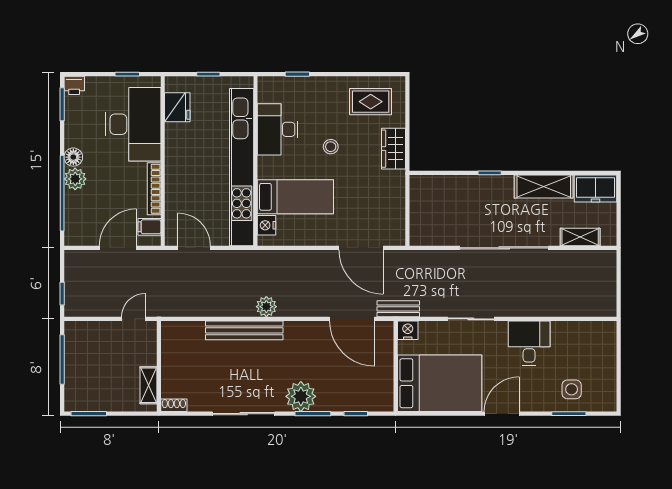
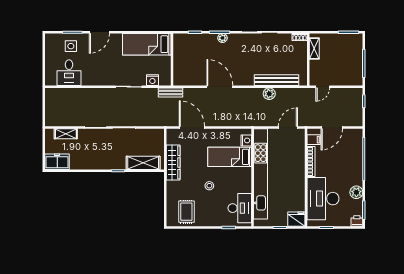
rug: (371, 102) -> (186, 212), turned 90
fridge: (177, 107) -> (296, 219), moved, turned 90
desk: (278, 129) -> (240, 208), moved
wardrobe: (394, 149) -> (173, 162), moved, width x1.50
floor lamp: (73, 157) -> (357, 180), removed
plant: (75, 179) -> (356, 192), moved
shelving: (544, 186) -> (143, 163), moved
door: (194, 248) -> (288, 128), swing flipped
plant: (266, 307) -> (269, 94), moved
door: (352, 319) -> (220, 87), moved
bench: (244, 330) -> (276, 80), moved
nightstand: (408, 330) -> (152, 80), moved
desk: (529, 343) -> (69, 73), moved
bed: (440, 383) -> (147, 44), width x0.67
plant: (301, 396) -> (222, 38), width x0.53, depth x0.53
door: (502, 414) -> (99, 32), moved

